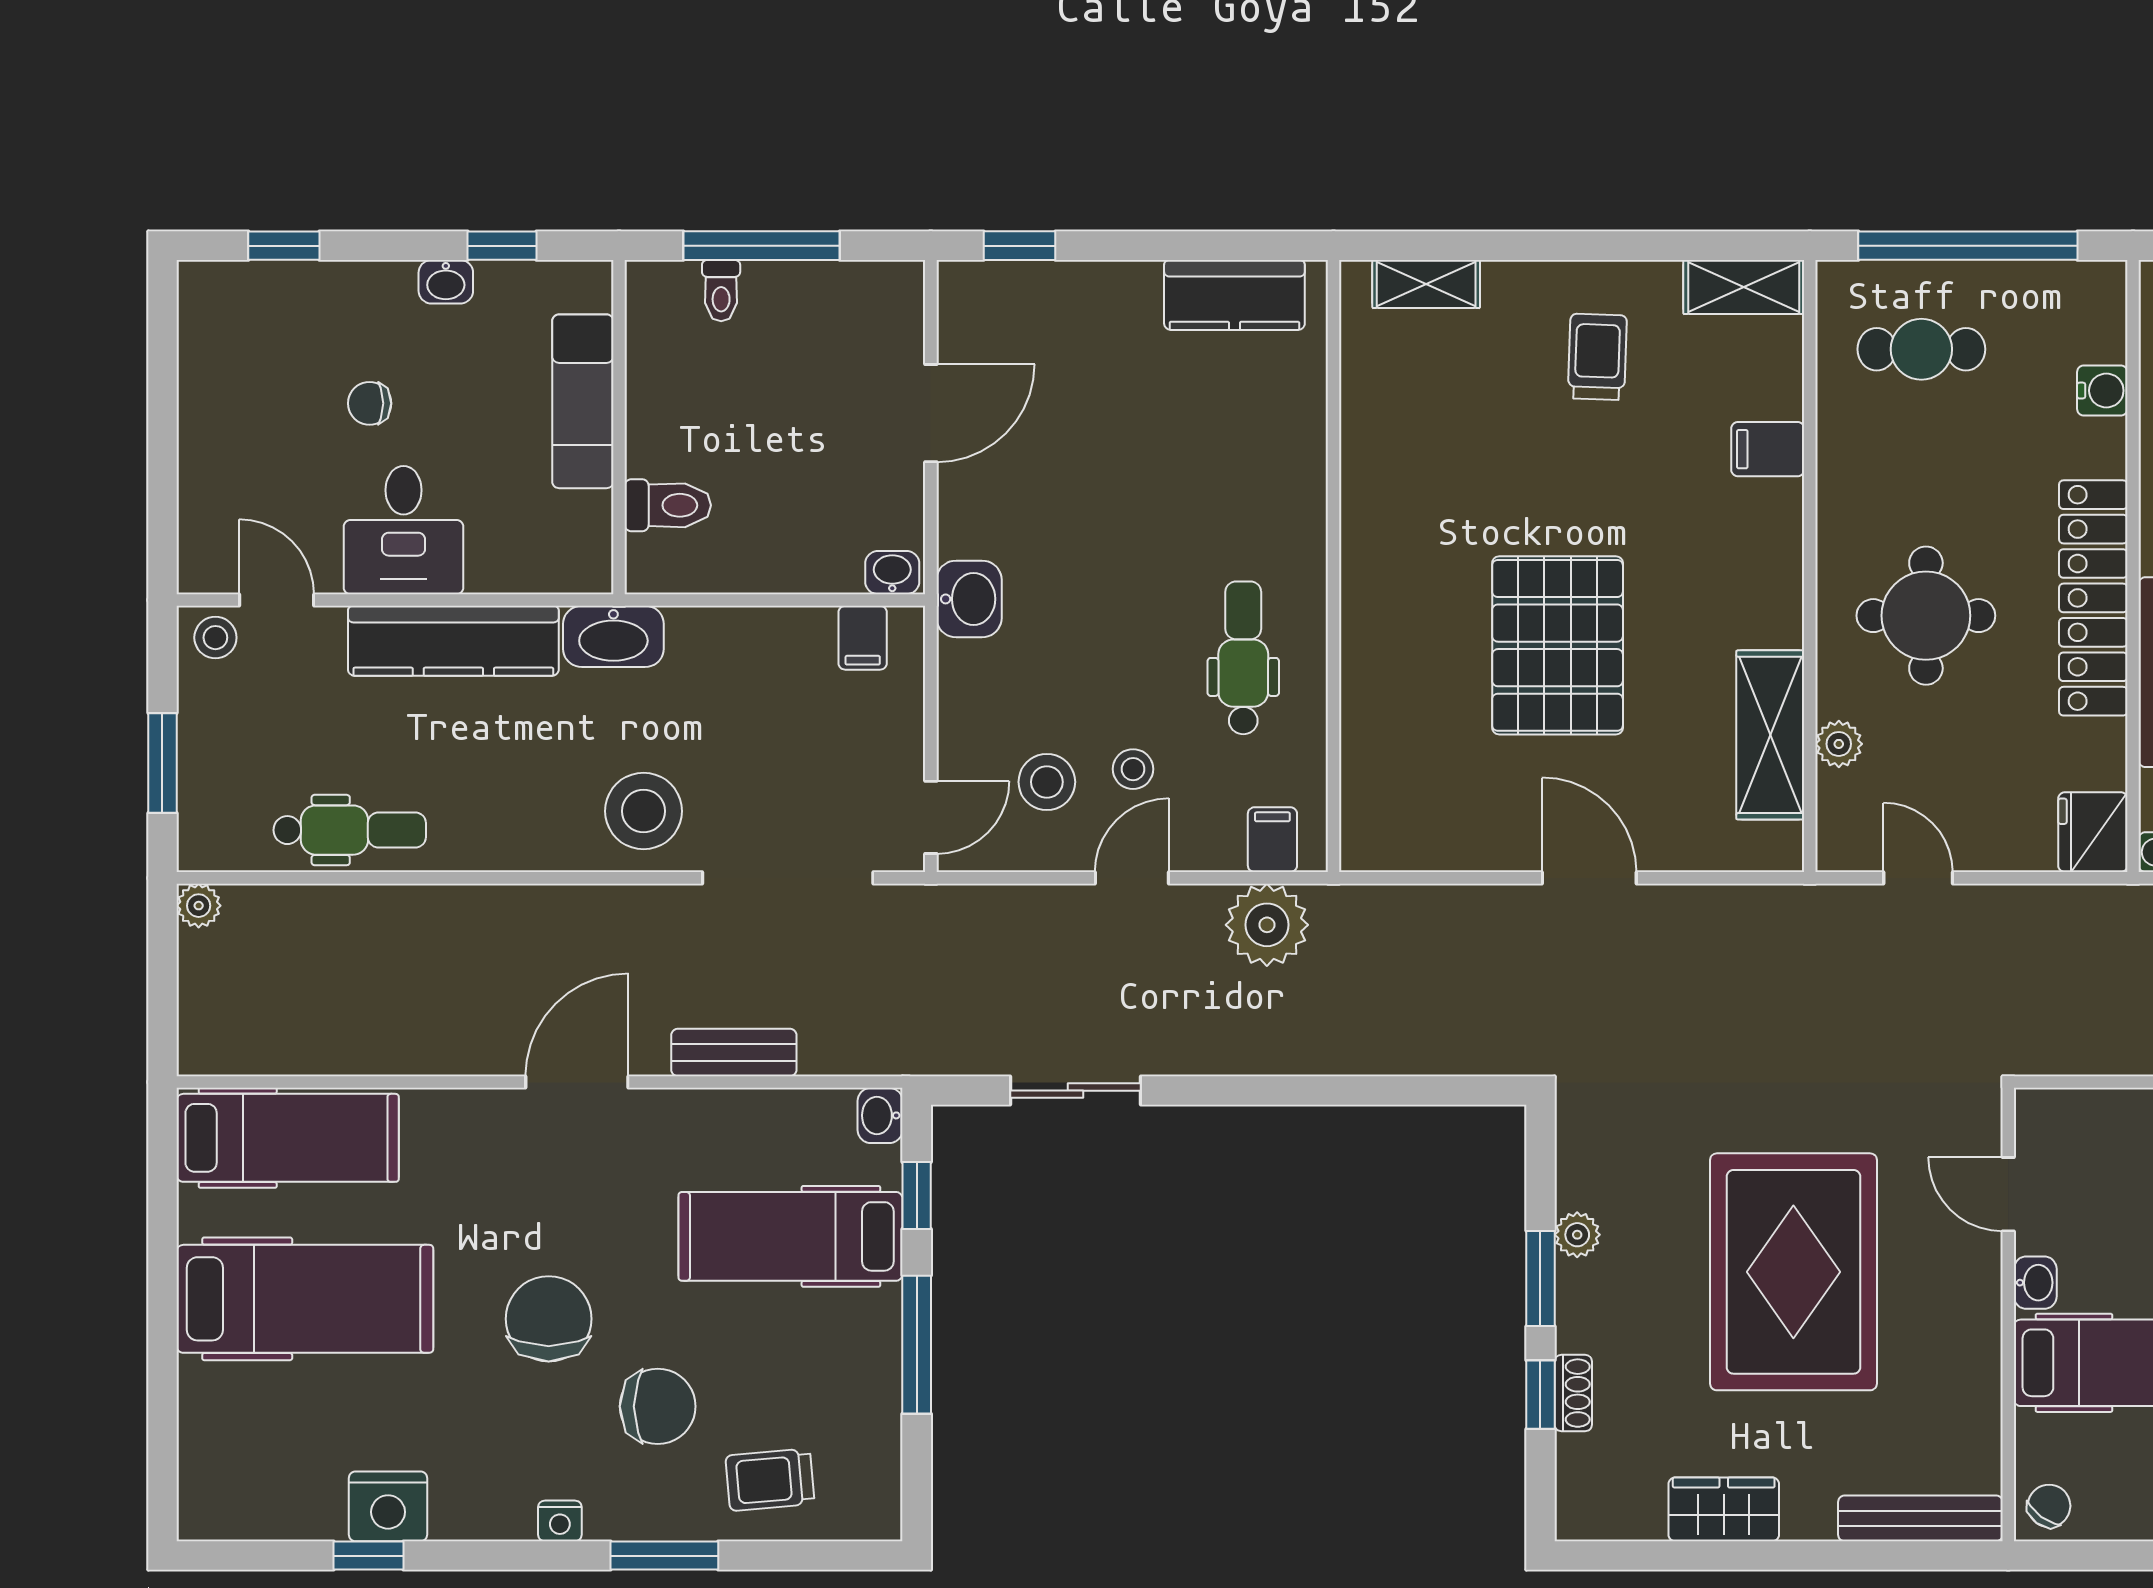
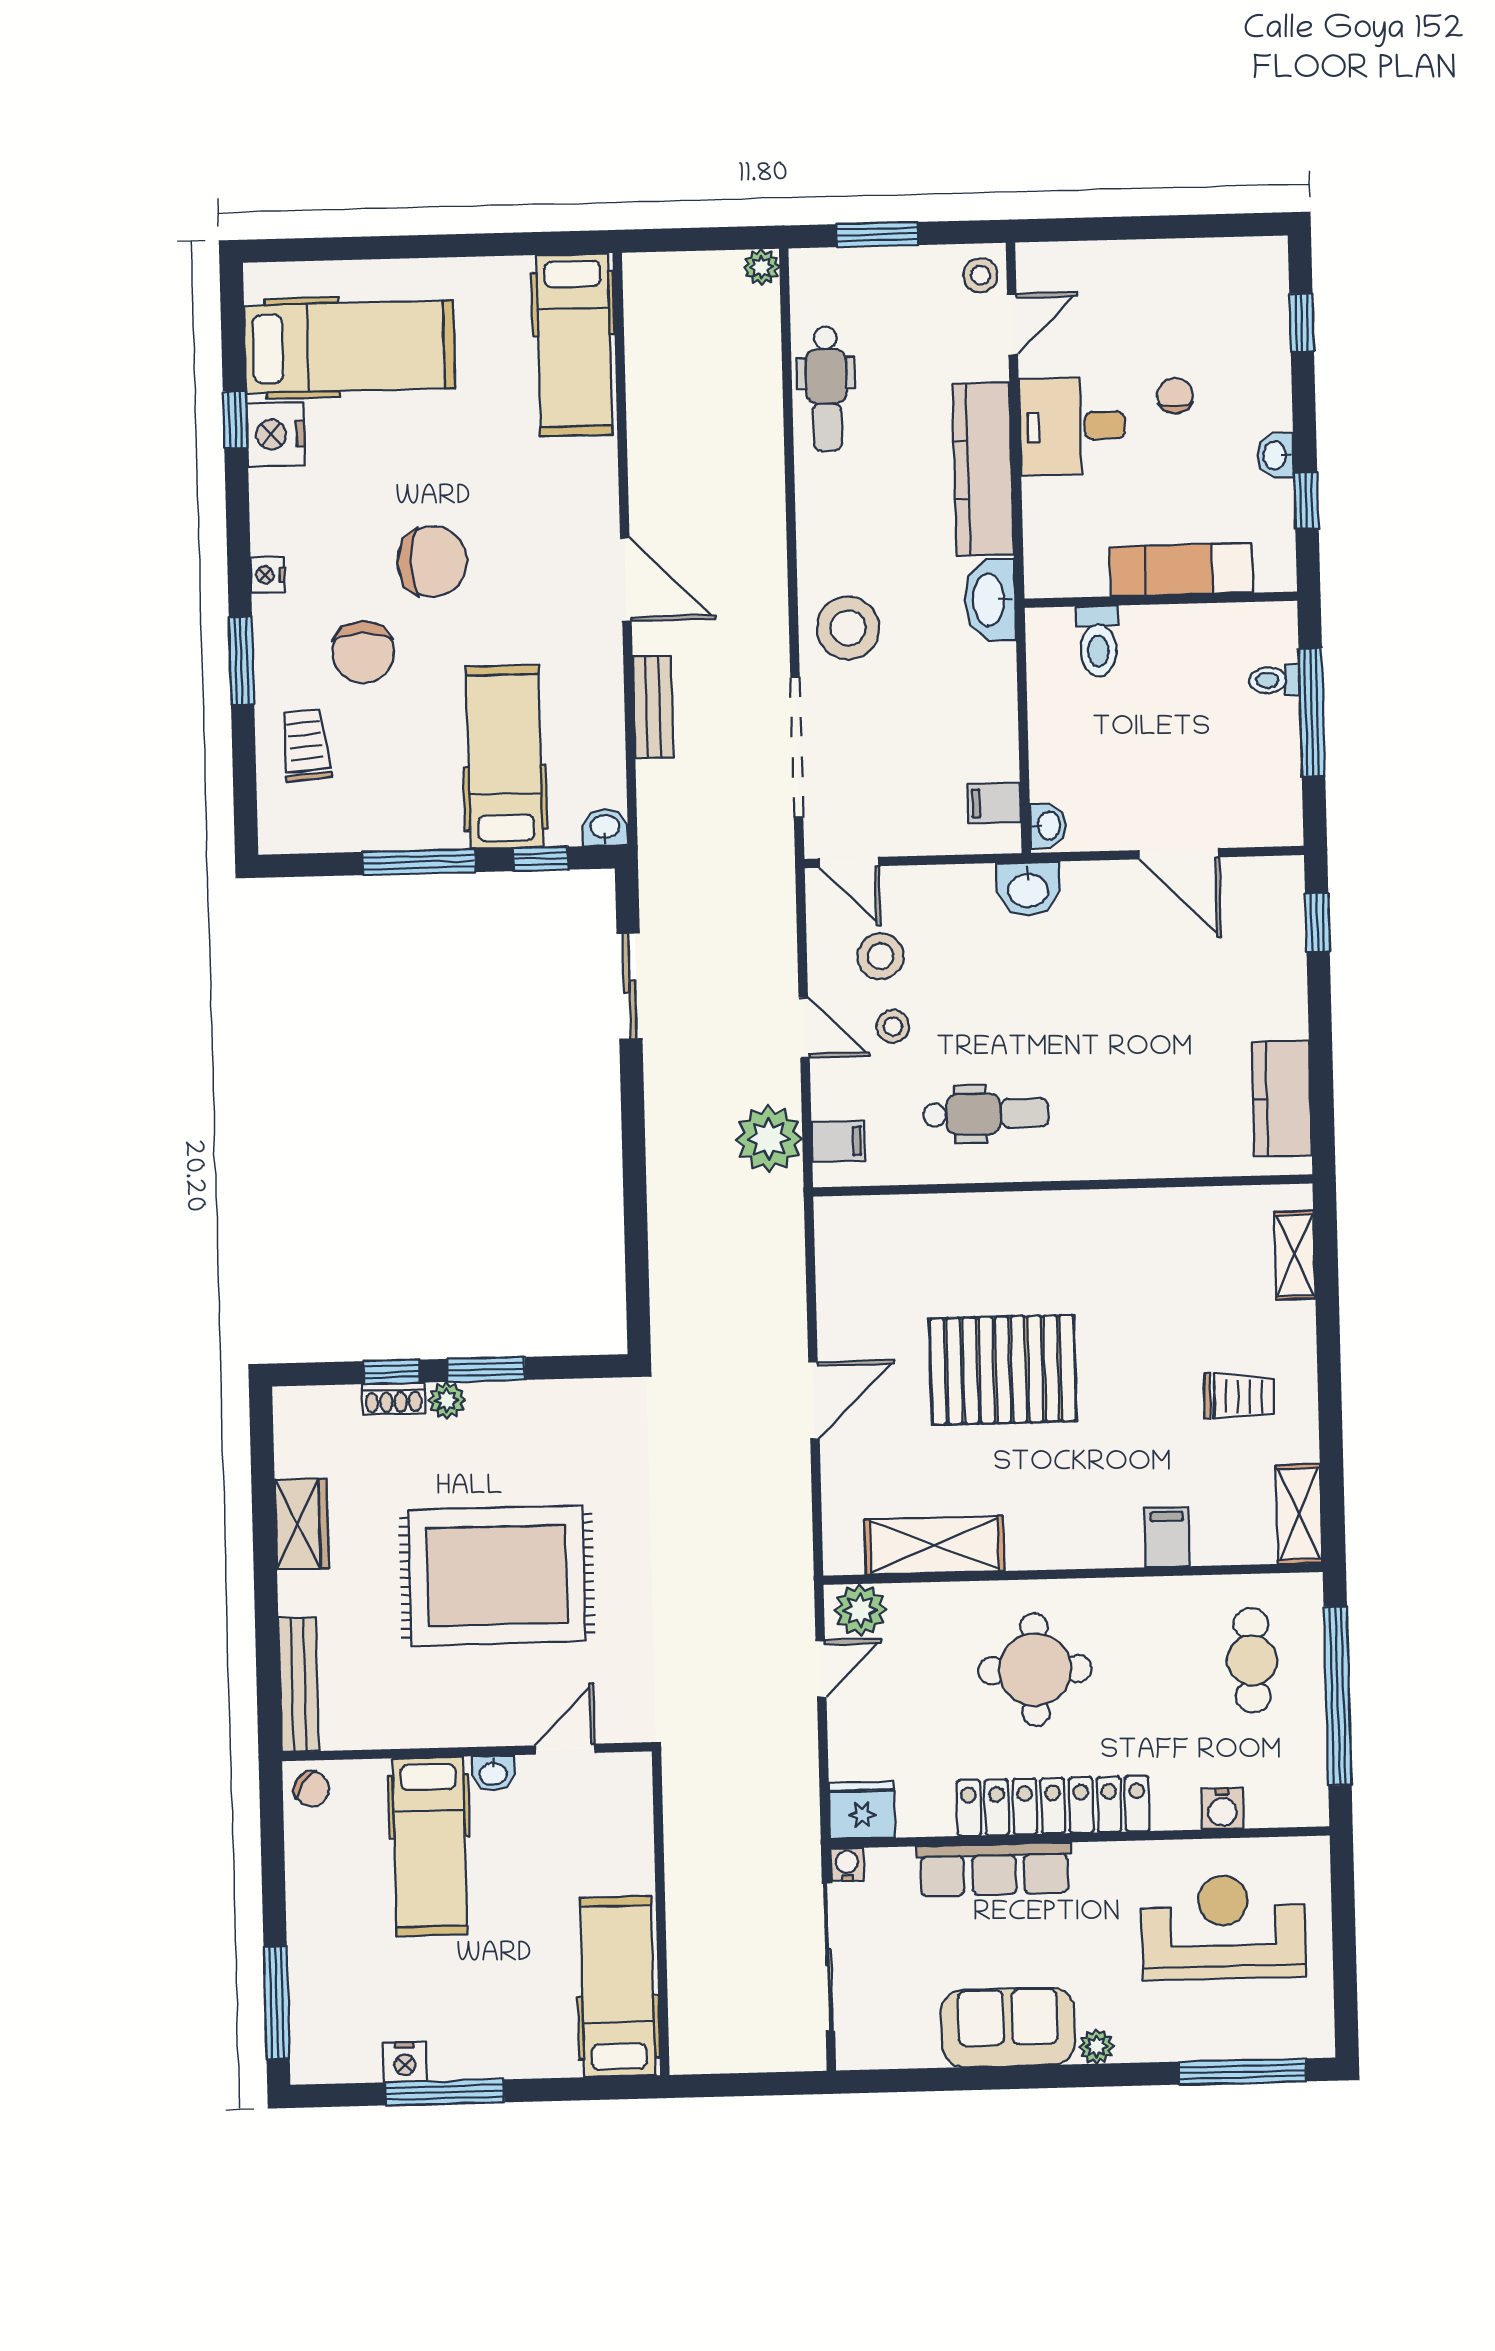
plant: (1839, 744) -> (860, 1610), moved, width x1.38, depth x1.38
plant: (1577, 1235) -> (447, 1400), moved
hospital bed: (305, 1299) -> (350, 347), moved, turned -90

